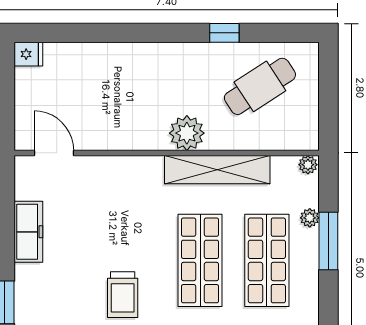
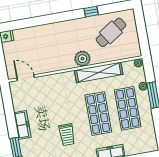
freezer: (28, 232) -> (22, 125), moved

